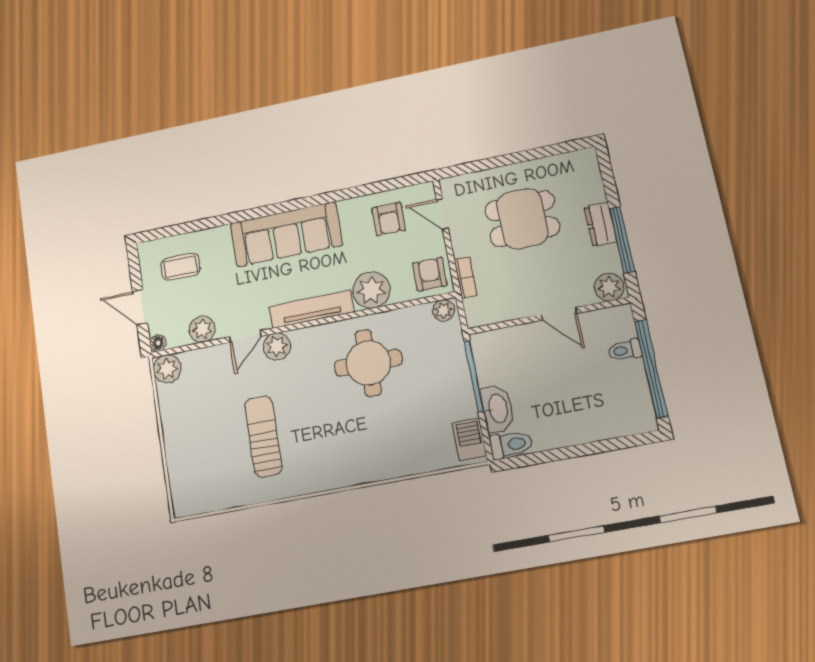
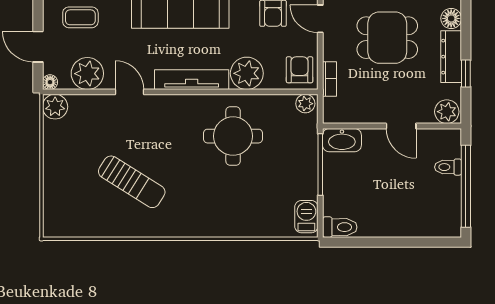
floor lamp: (591, 183) -> (451, 18), added
dresser: (600, 224) -> (451, 57), width x1.44
window: (622, 240) -> (466, 74), width x0.46
plant: (202, 329) -> (87, 74), width x1.36, depth x1.36
door: (245, 336) -> (129, 92), swing flipped
plant: (277, 346) -> (156, 106), removed
washbasin: (497, 409) -> (342, 140), moved, turned 90
sun lounger: (263, 436) -> (132, 182), turned 122

